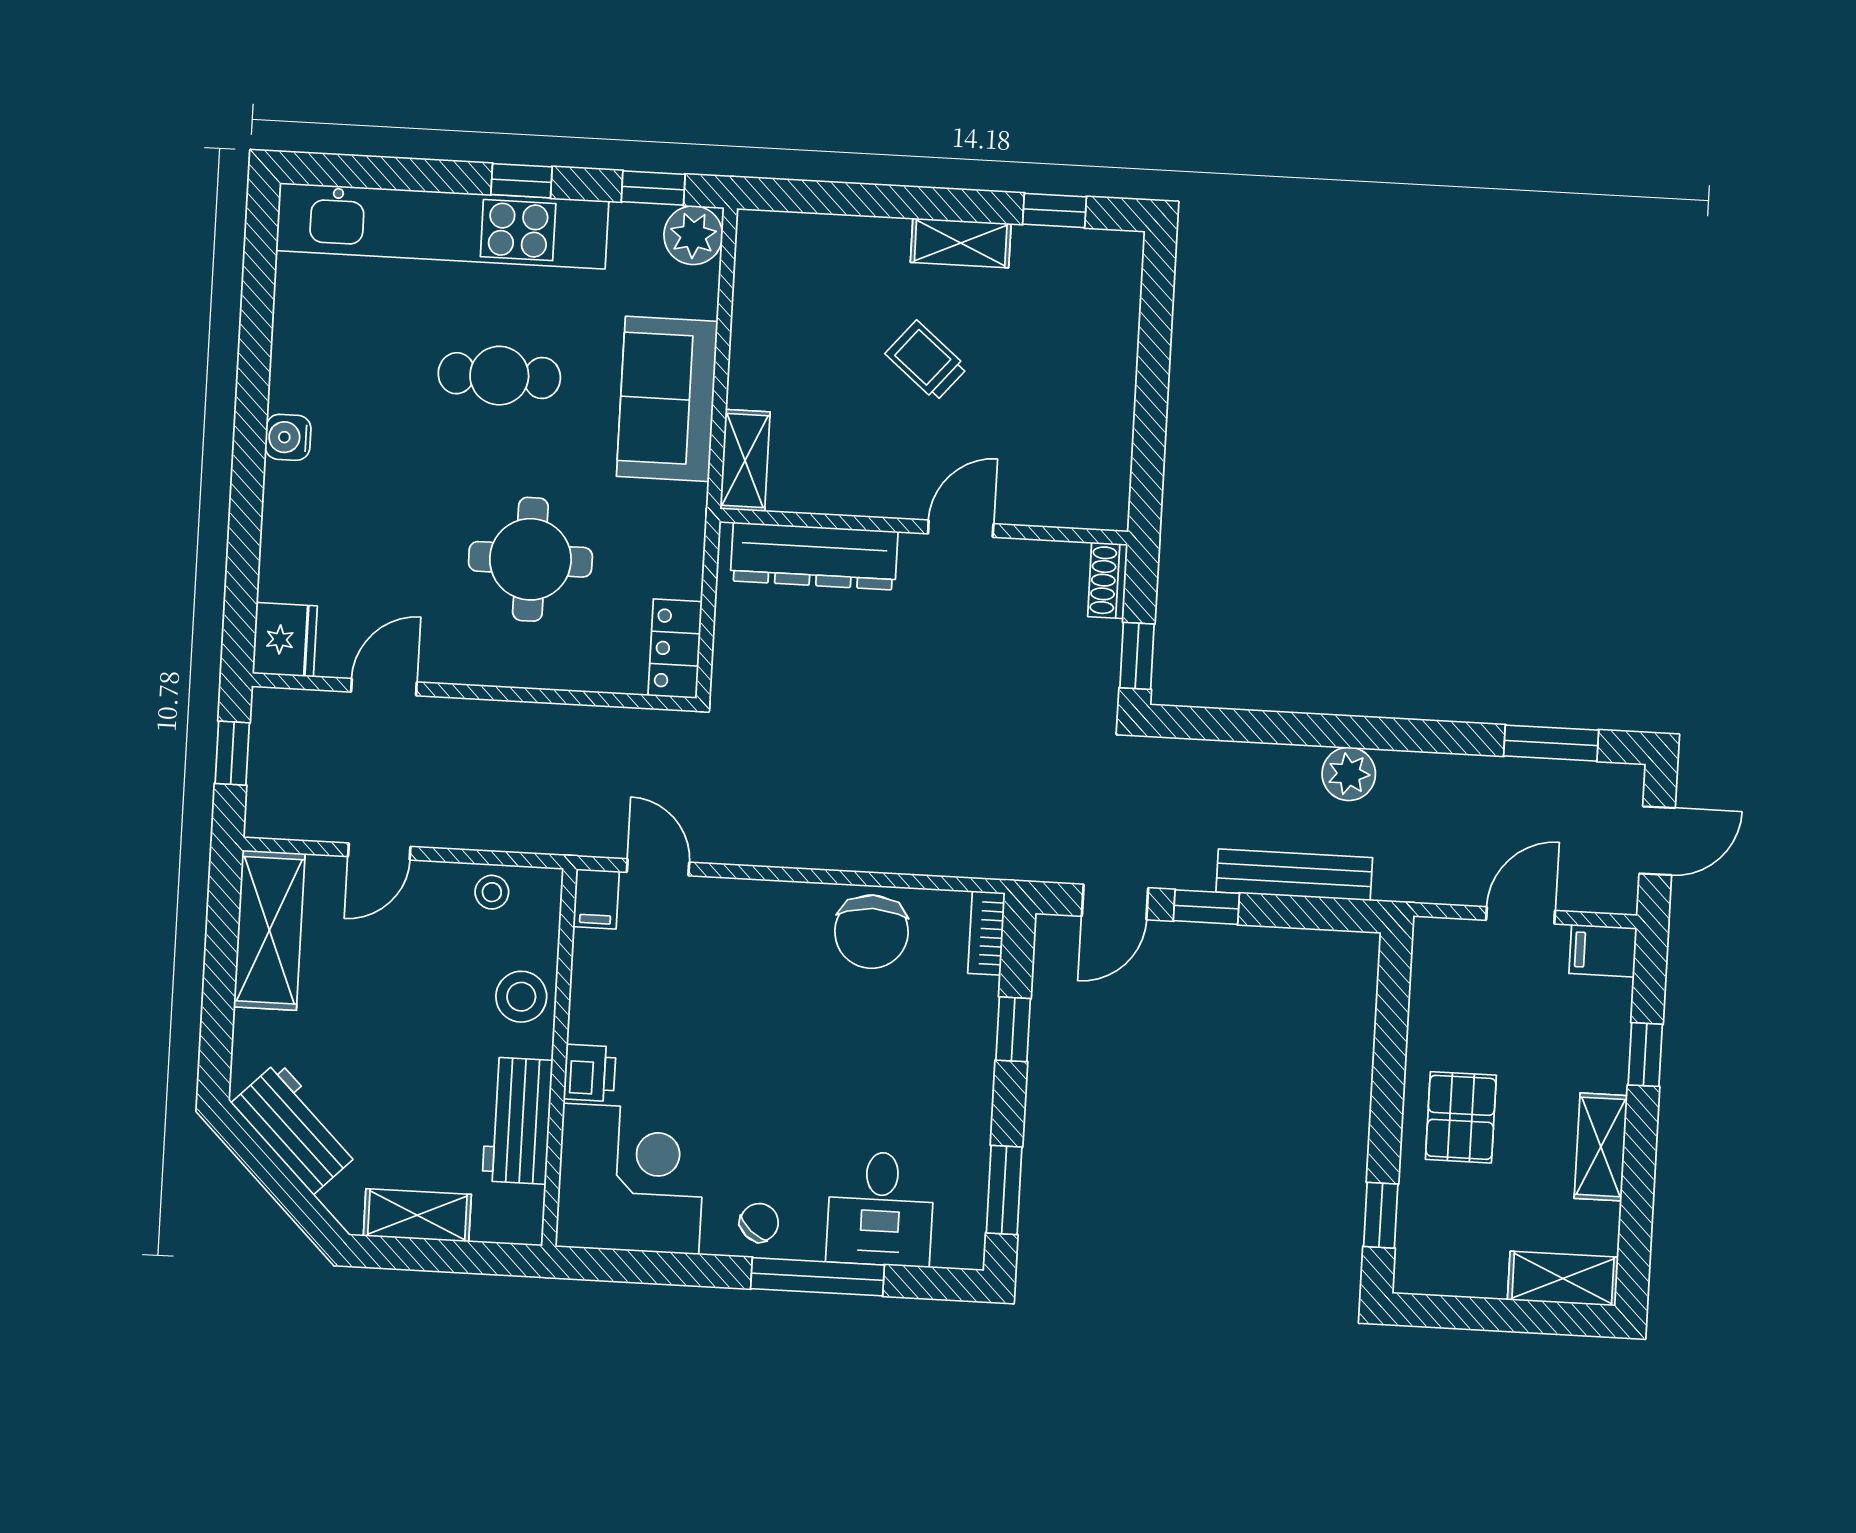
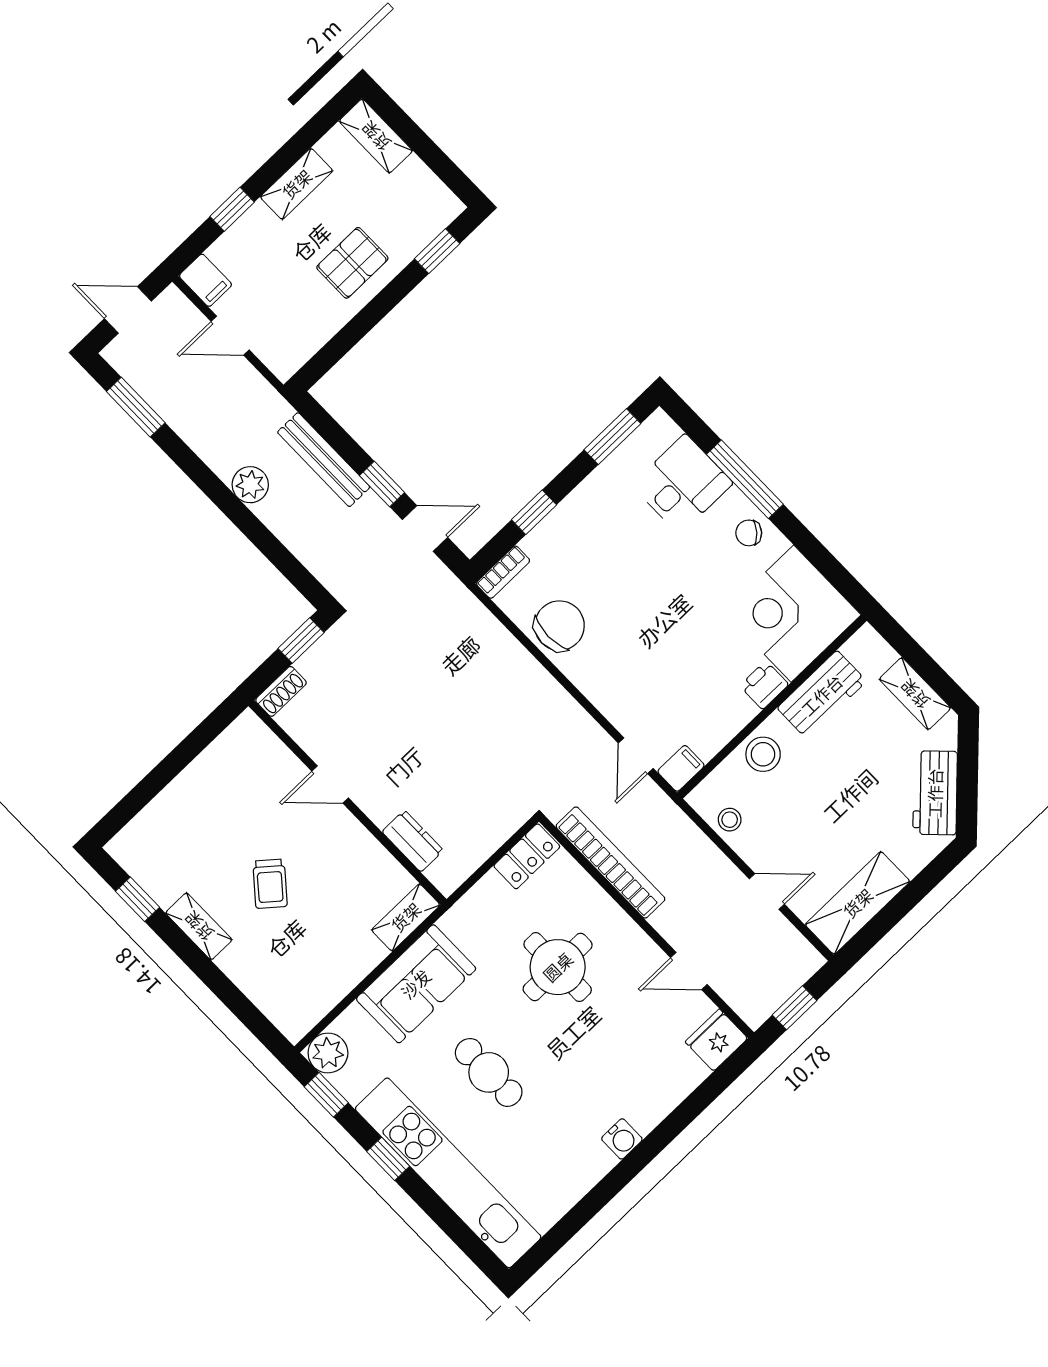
dresser: (814, 556) -> (413, 841), width x0.51, depth x0.80
bookcase: (578, 726) -> (610, 863), added

